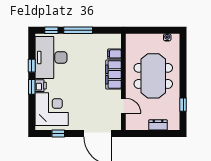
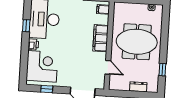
filing cabinet: (114, 54) -> (103, 9), moved
meeting table: (153, 76) -> (137, 42), turned 90
window: (32, 87) -> (25, 45), removed

